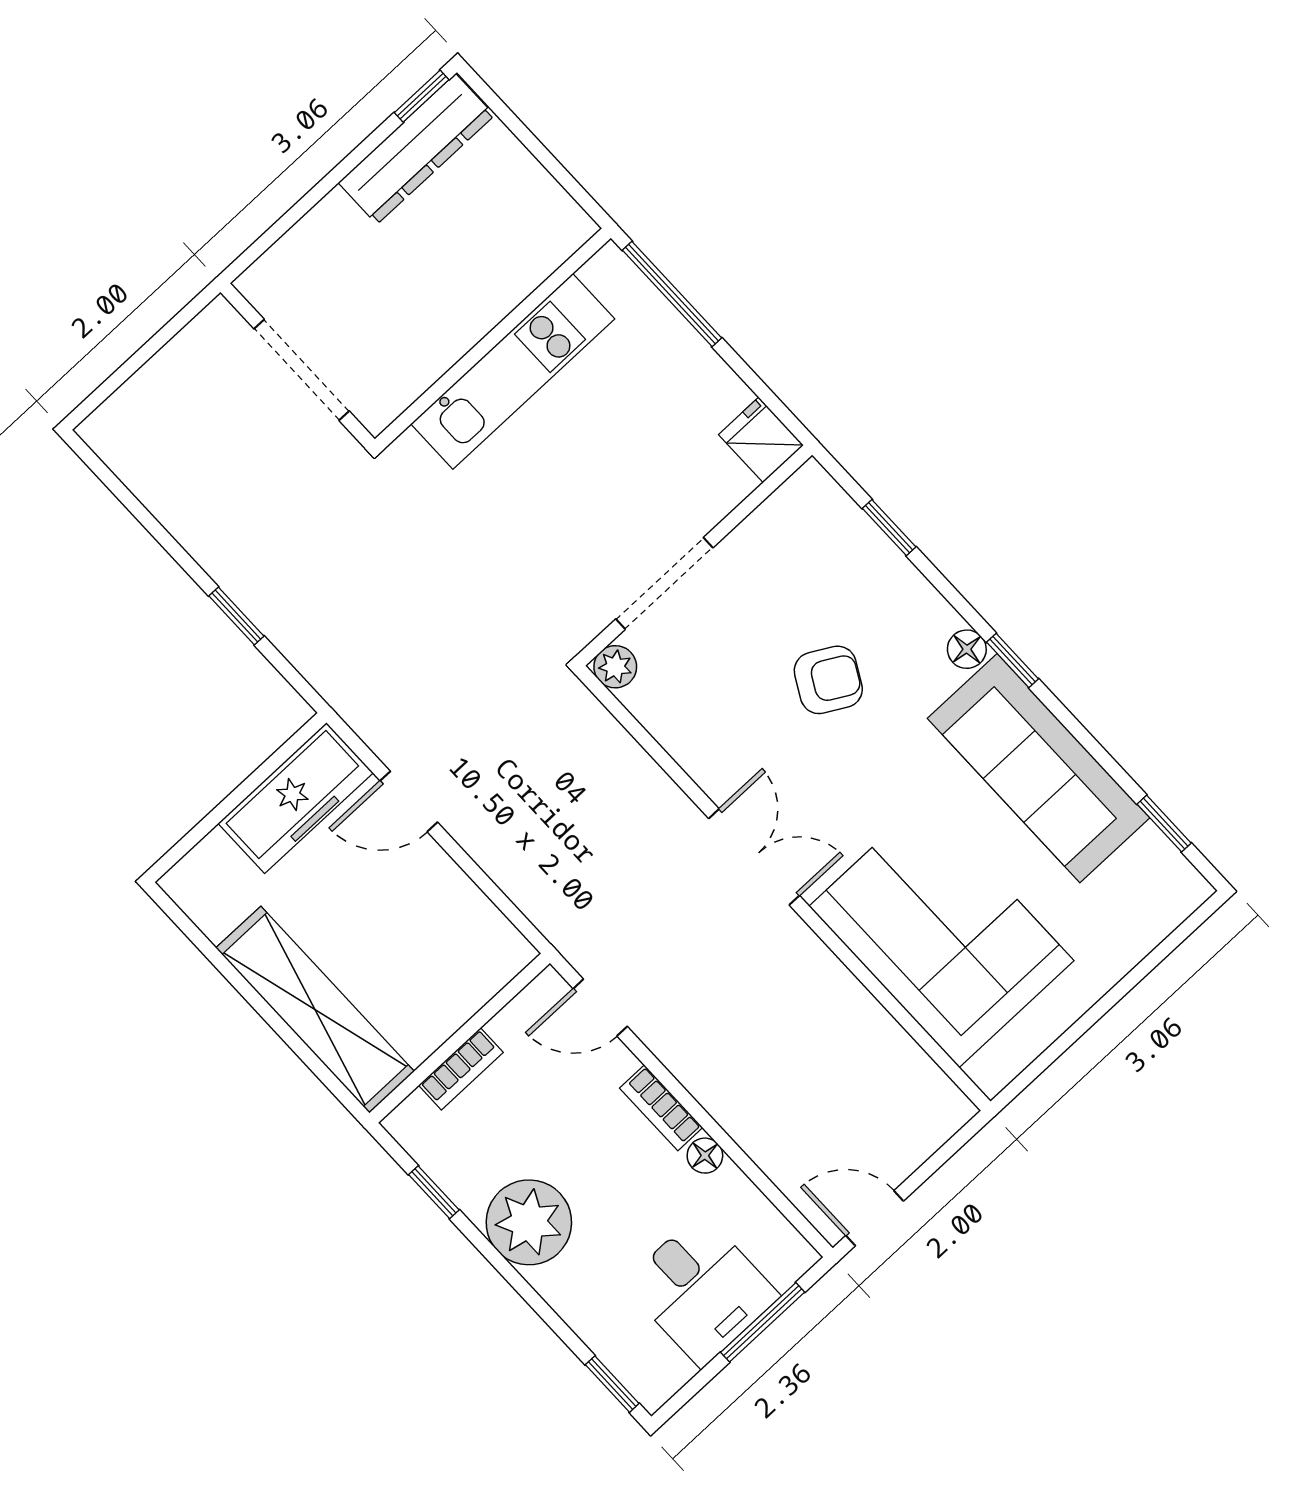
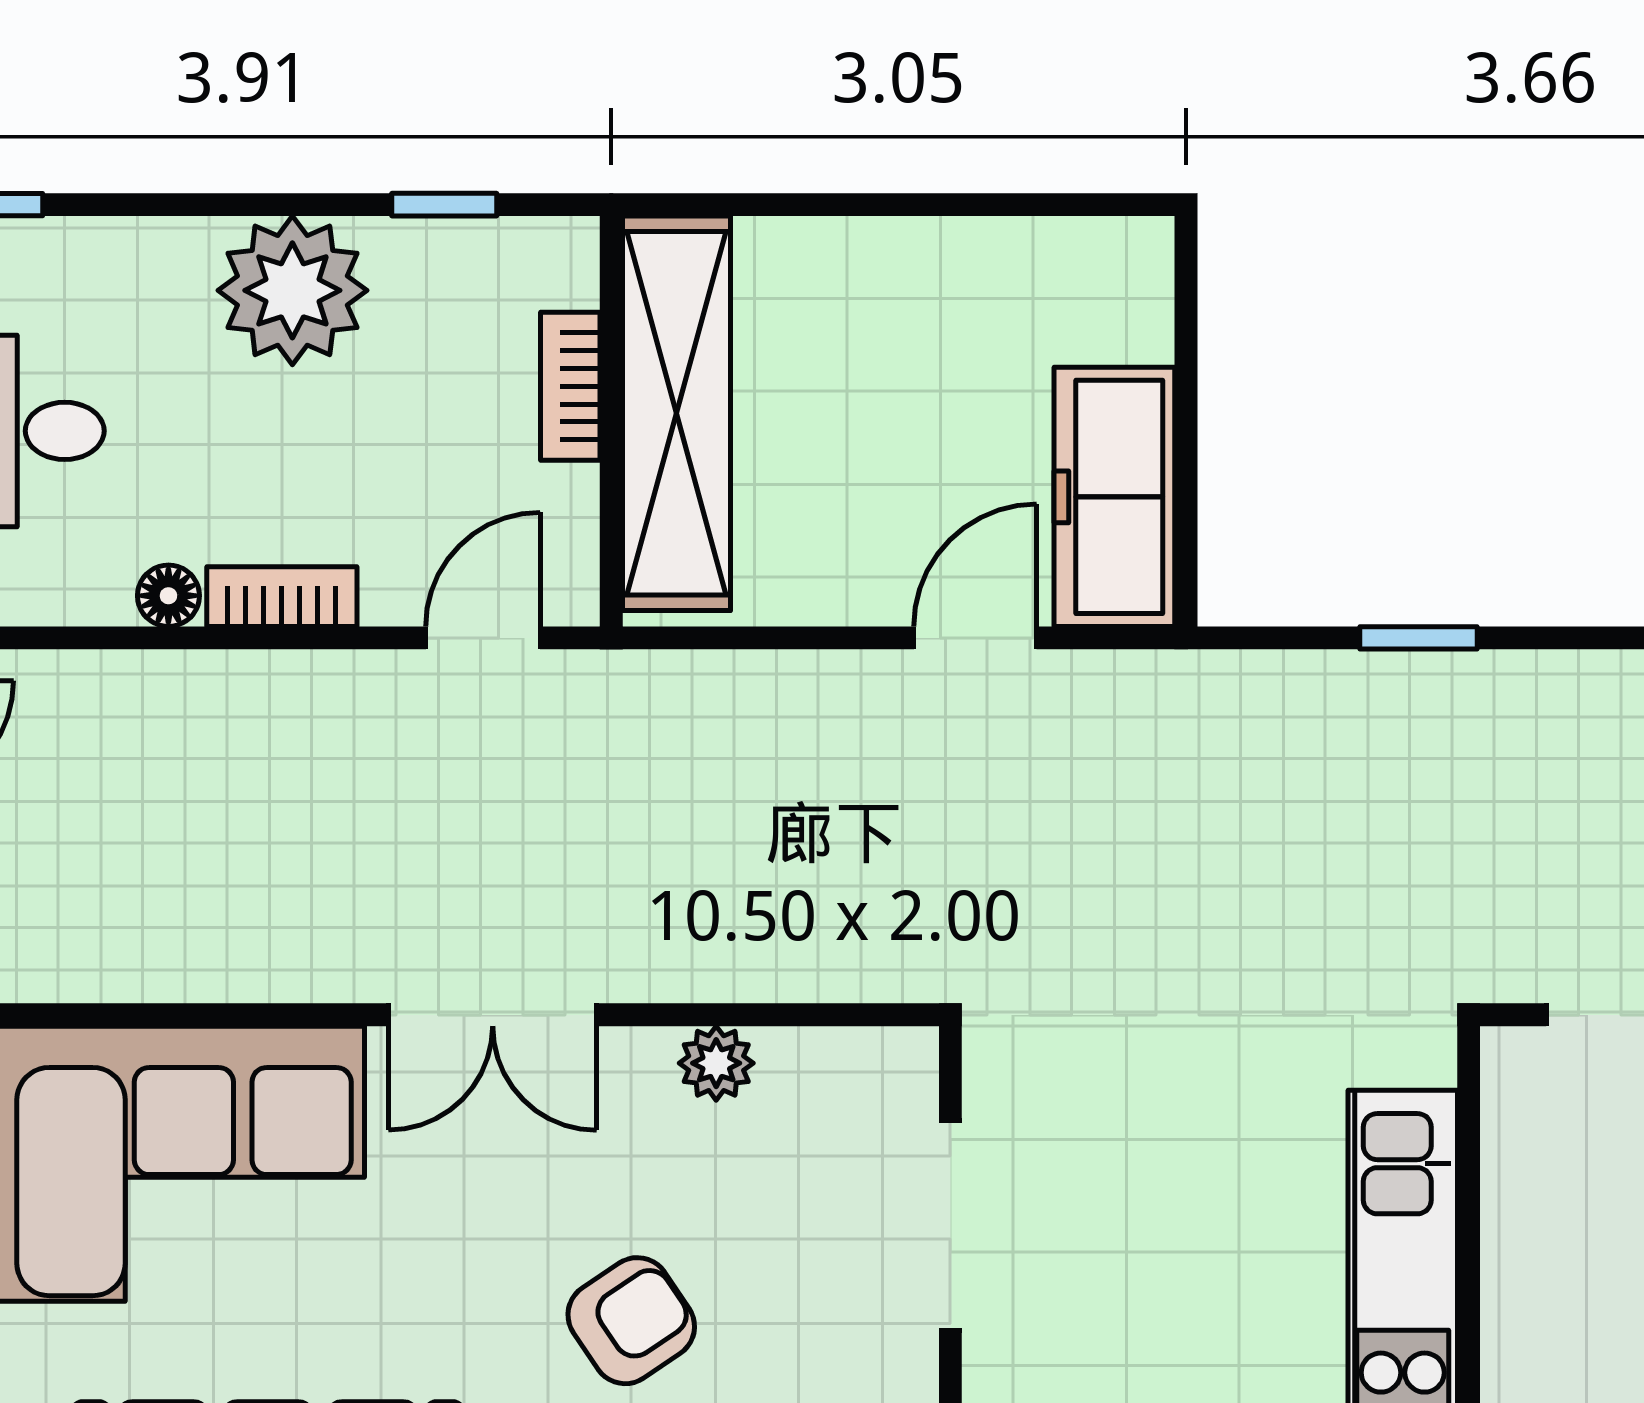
plant: (615, 667) -> (716, 1063), moved
armchair: (828, 680) -> (631, 1321), turned -153
shelving: (315, 1010) -> (676, 413), moved, turned 90

